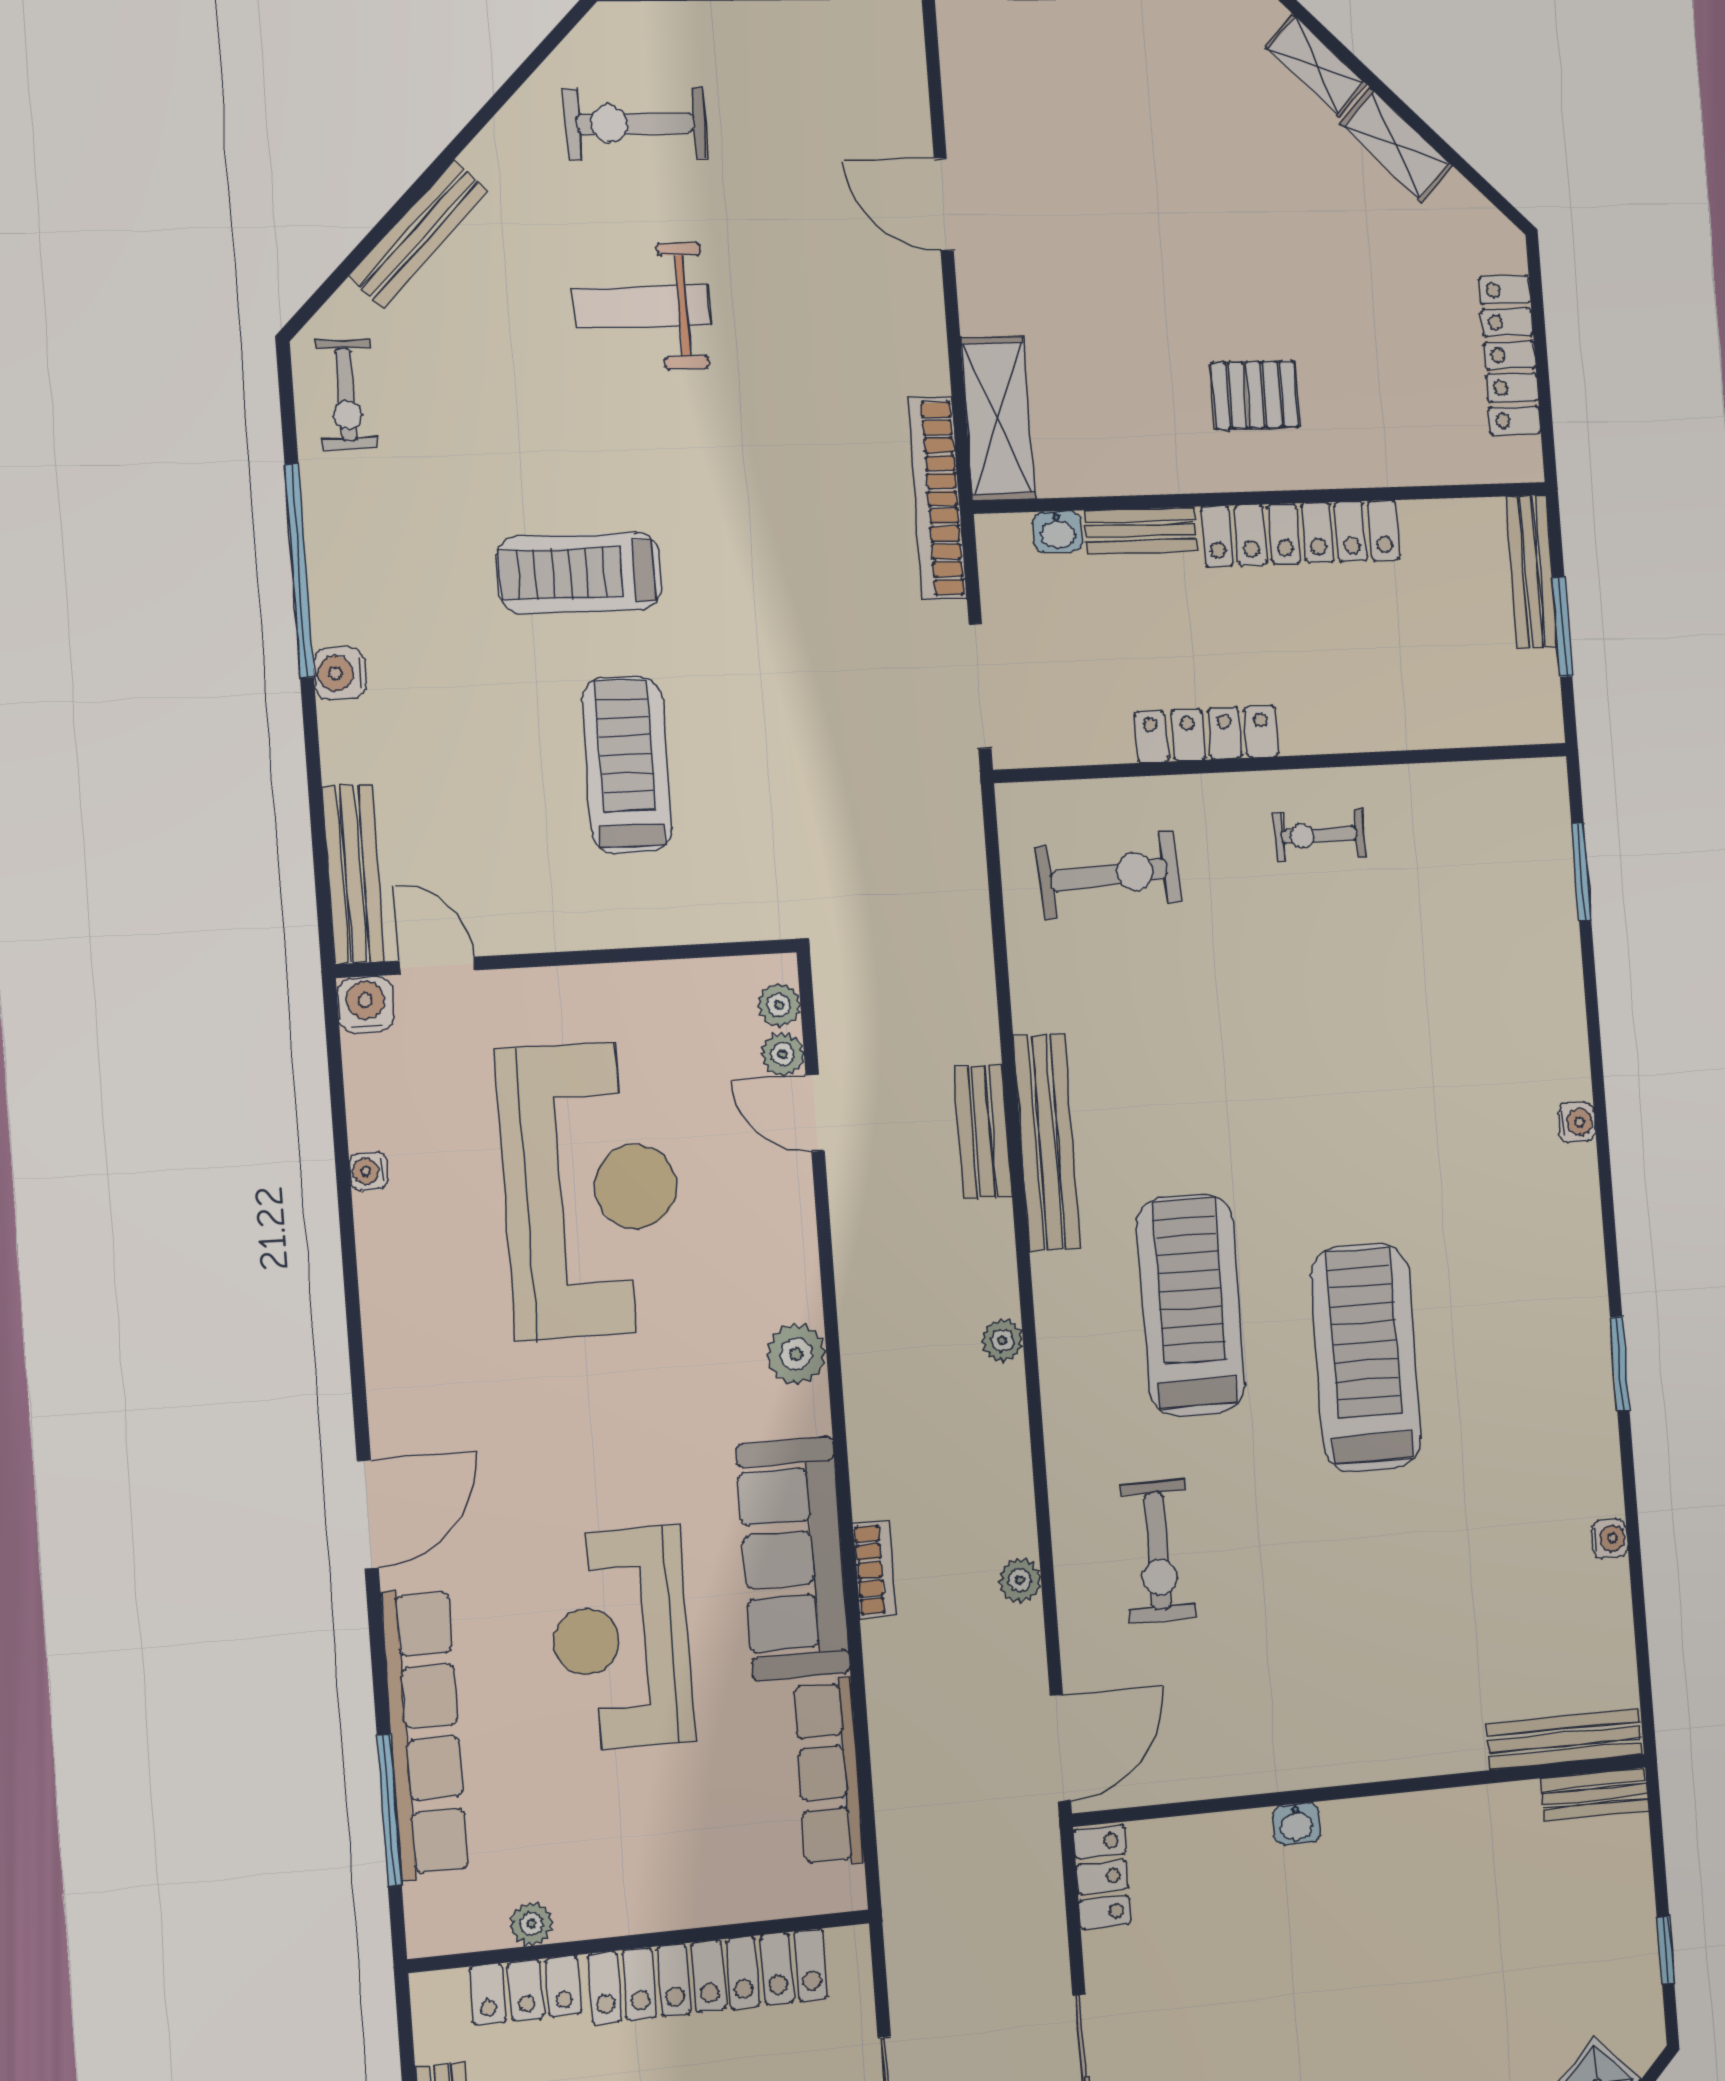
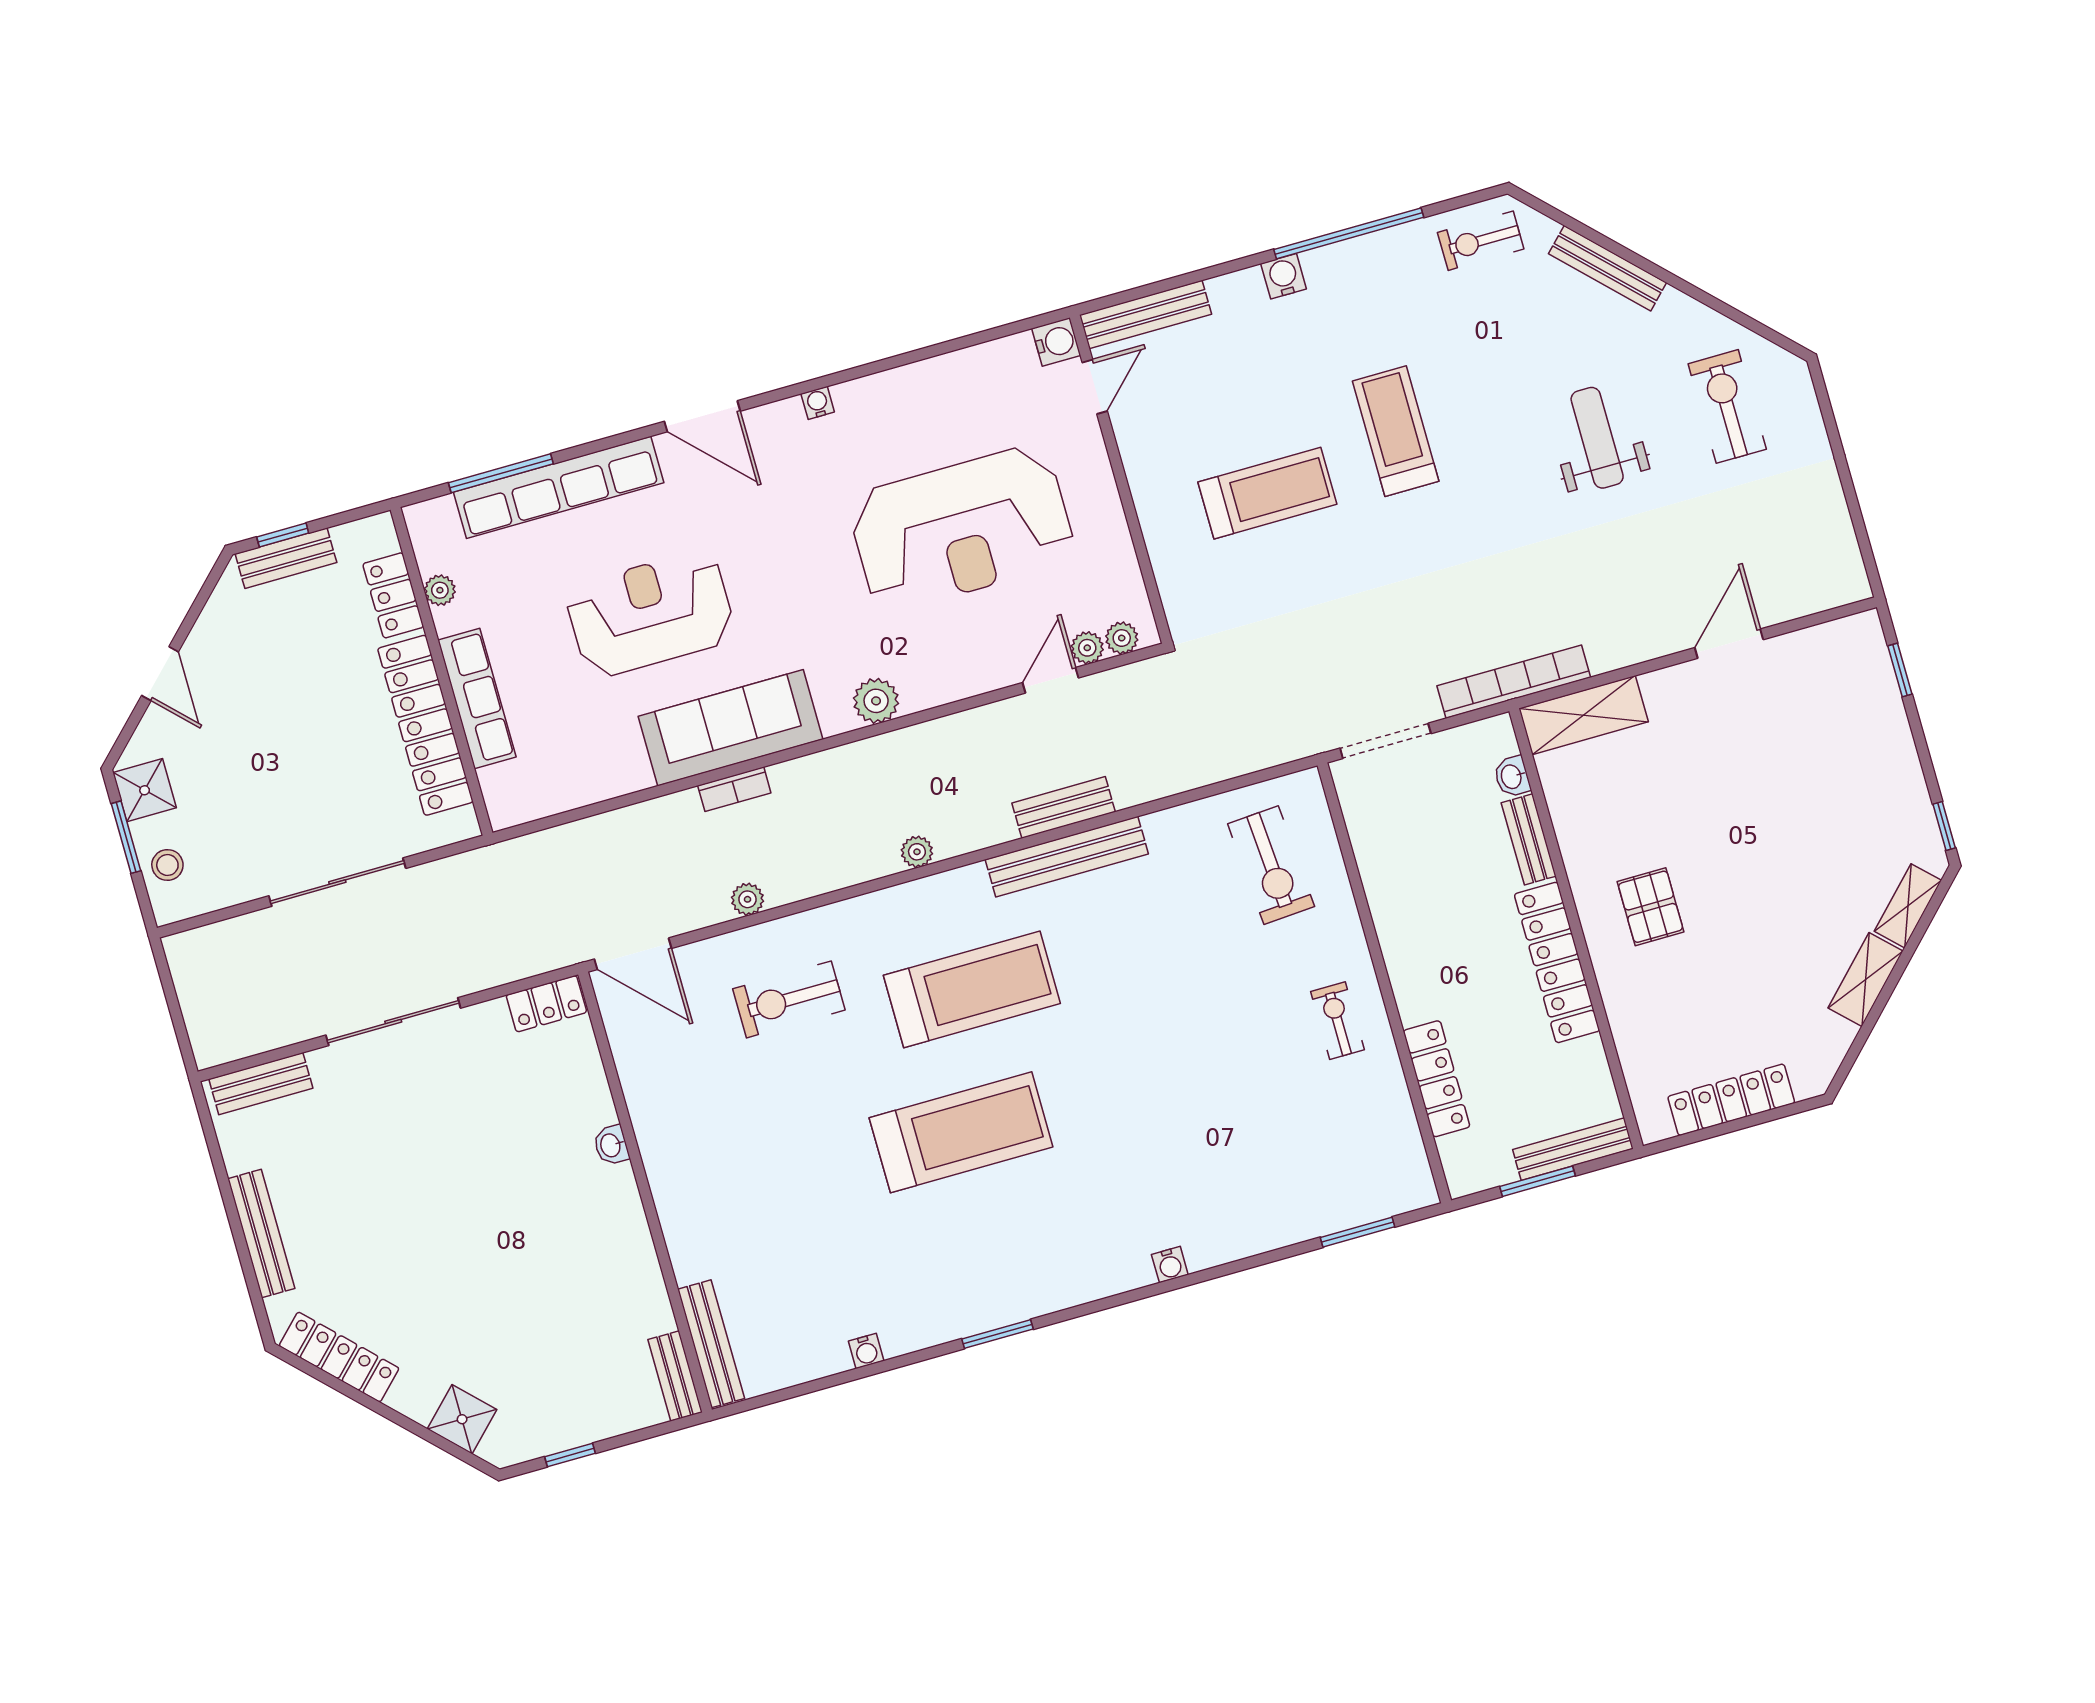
locker: (1206, 734) -> (1437, 1079), moved
water cooler: (369, 1171) -> (818, 403), moved
row of seats: (829, 1772) -> (477, 698), moved, turned 90

